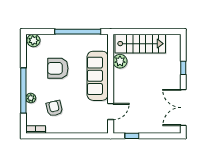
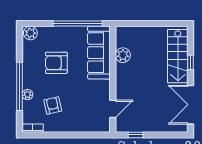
stairs: (140, 44) -> (178, 56), moved, turned 90
sofa: (98, 76) -> (99, 53), moved

